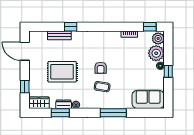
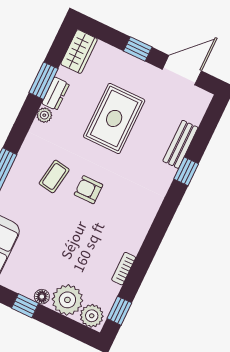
window: (25, 87) -> (138, 49), moved

